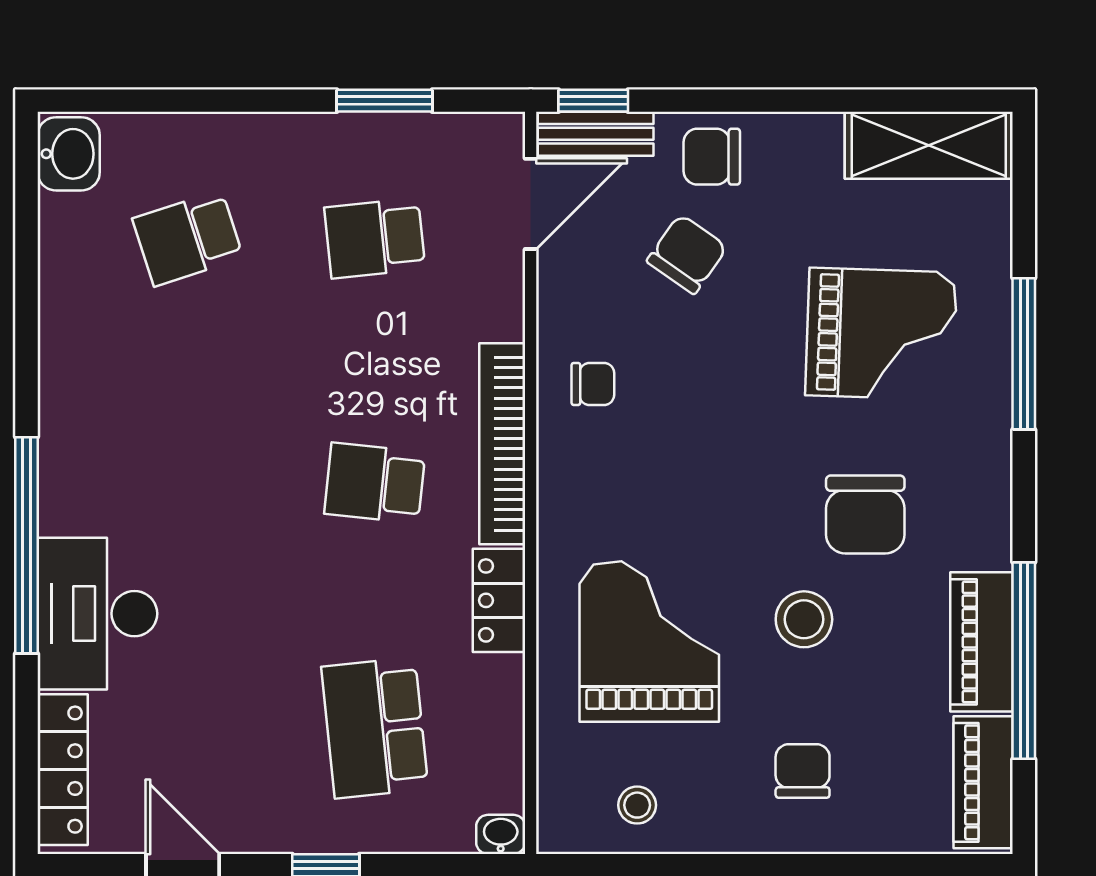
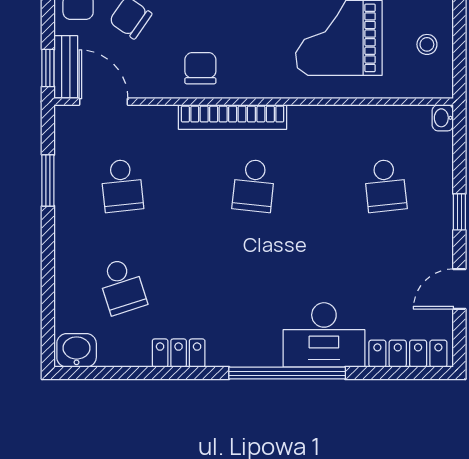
chair: (593, 384) -> (200, 68), width x1.37, depth x1.37
locker: (499, 600) -> (179, 353), moved, turned 180
school desk: (375, 728) -> (385, 186), width x0.54

